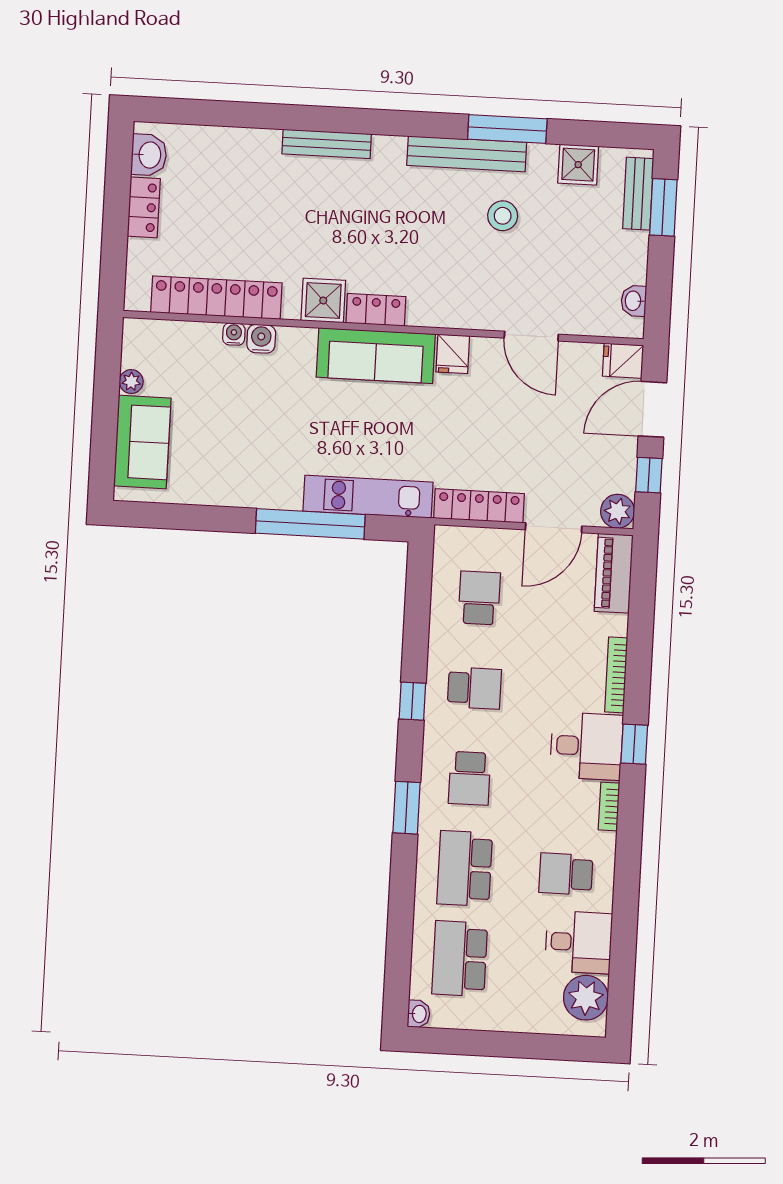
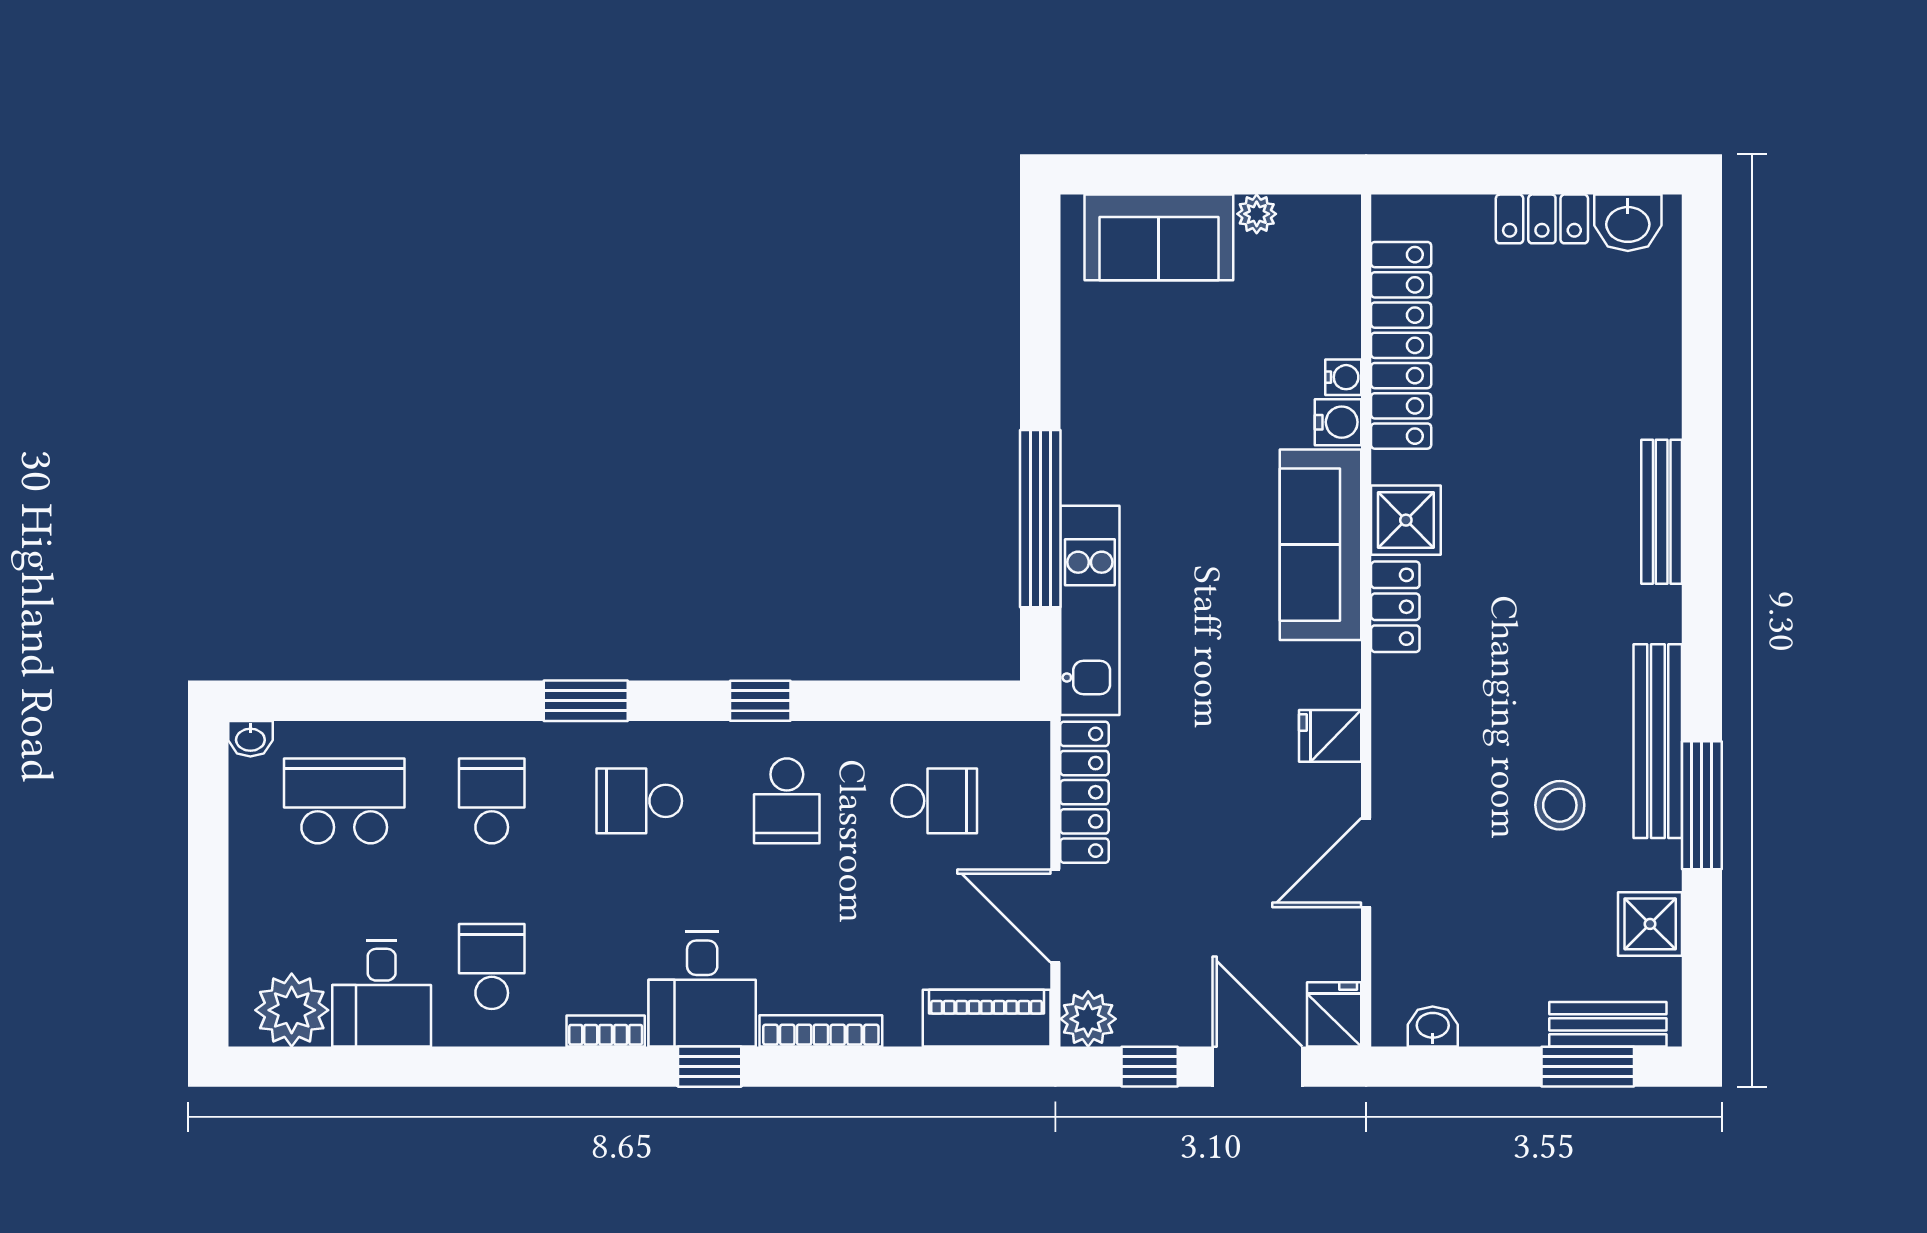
sofa: (376, 356) -> (1321, 545), moved
school desk: (465, 868) -> (492, 801), width x0.54

